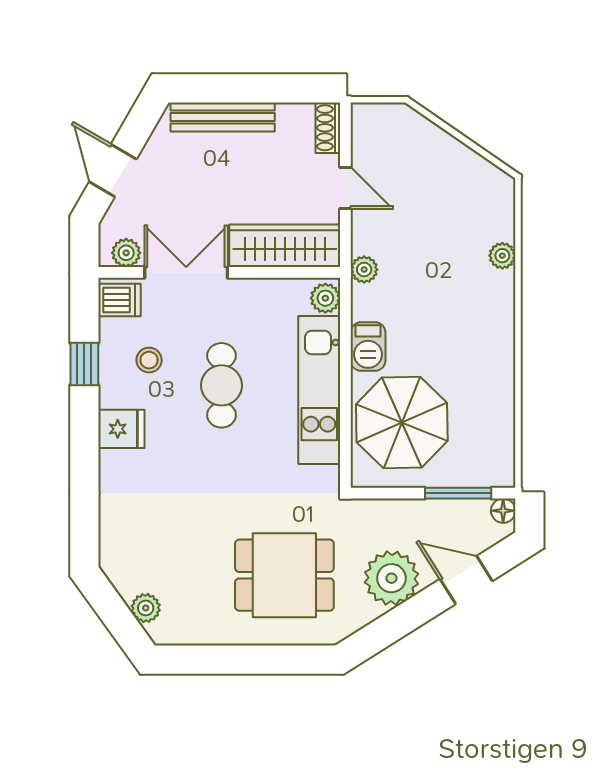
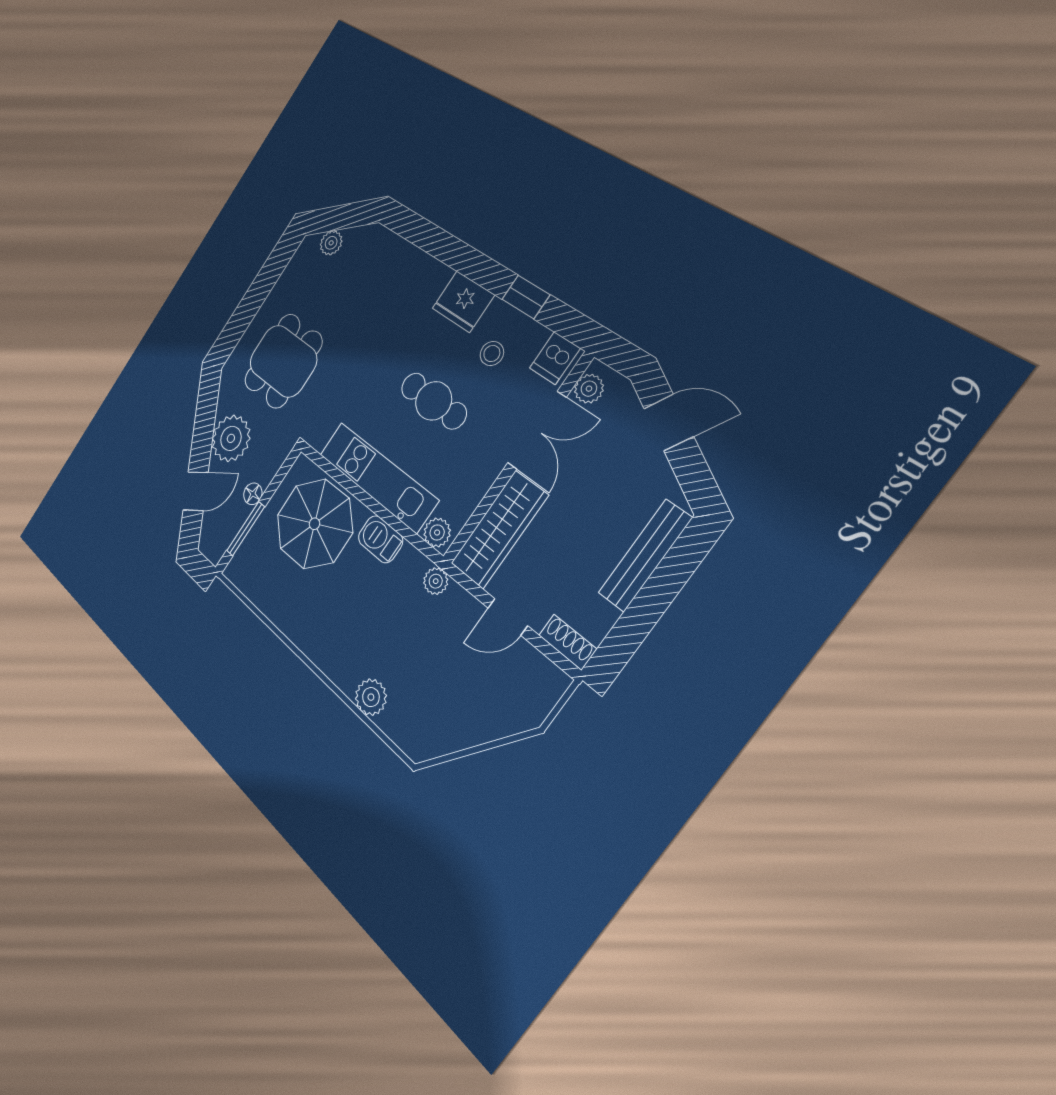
plant: (502, 256) -> (371, 697), width x1.38, depth x1.38
fridge: (121, 429) -> (463, 302), width x1.38
floor lamp: (503, 511) -> (253, 494), moved

